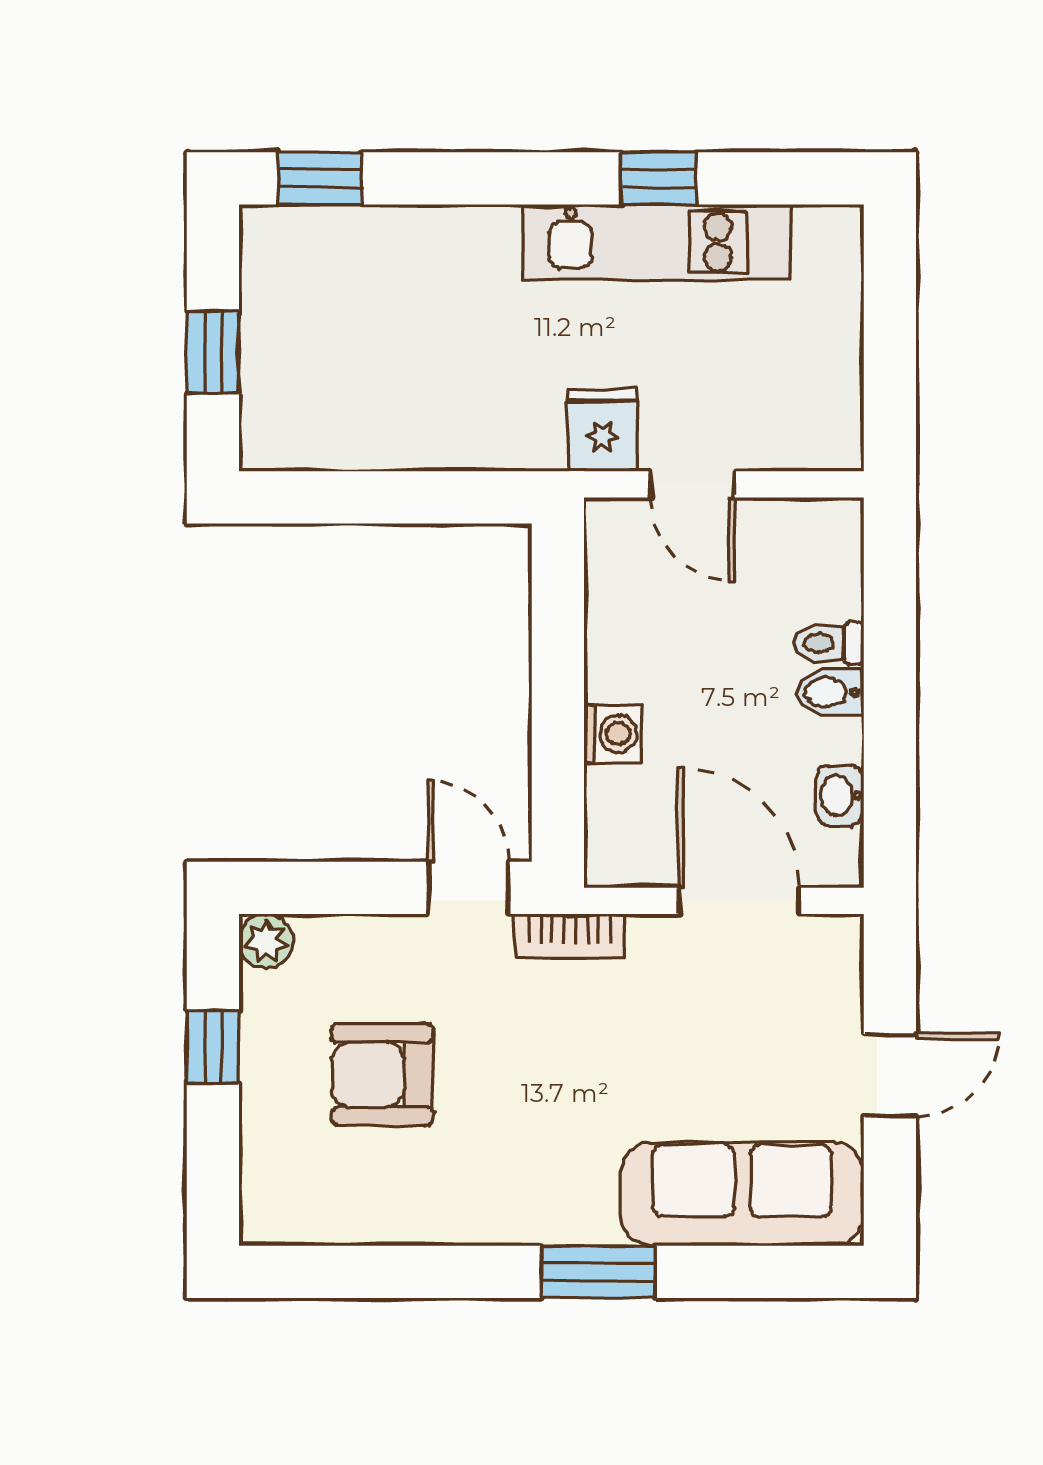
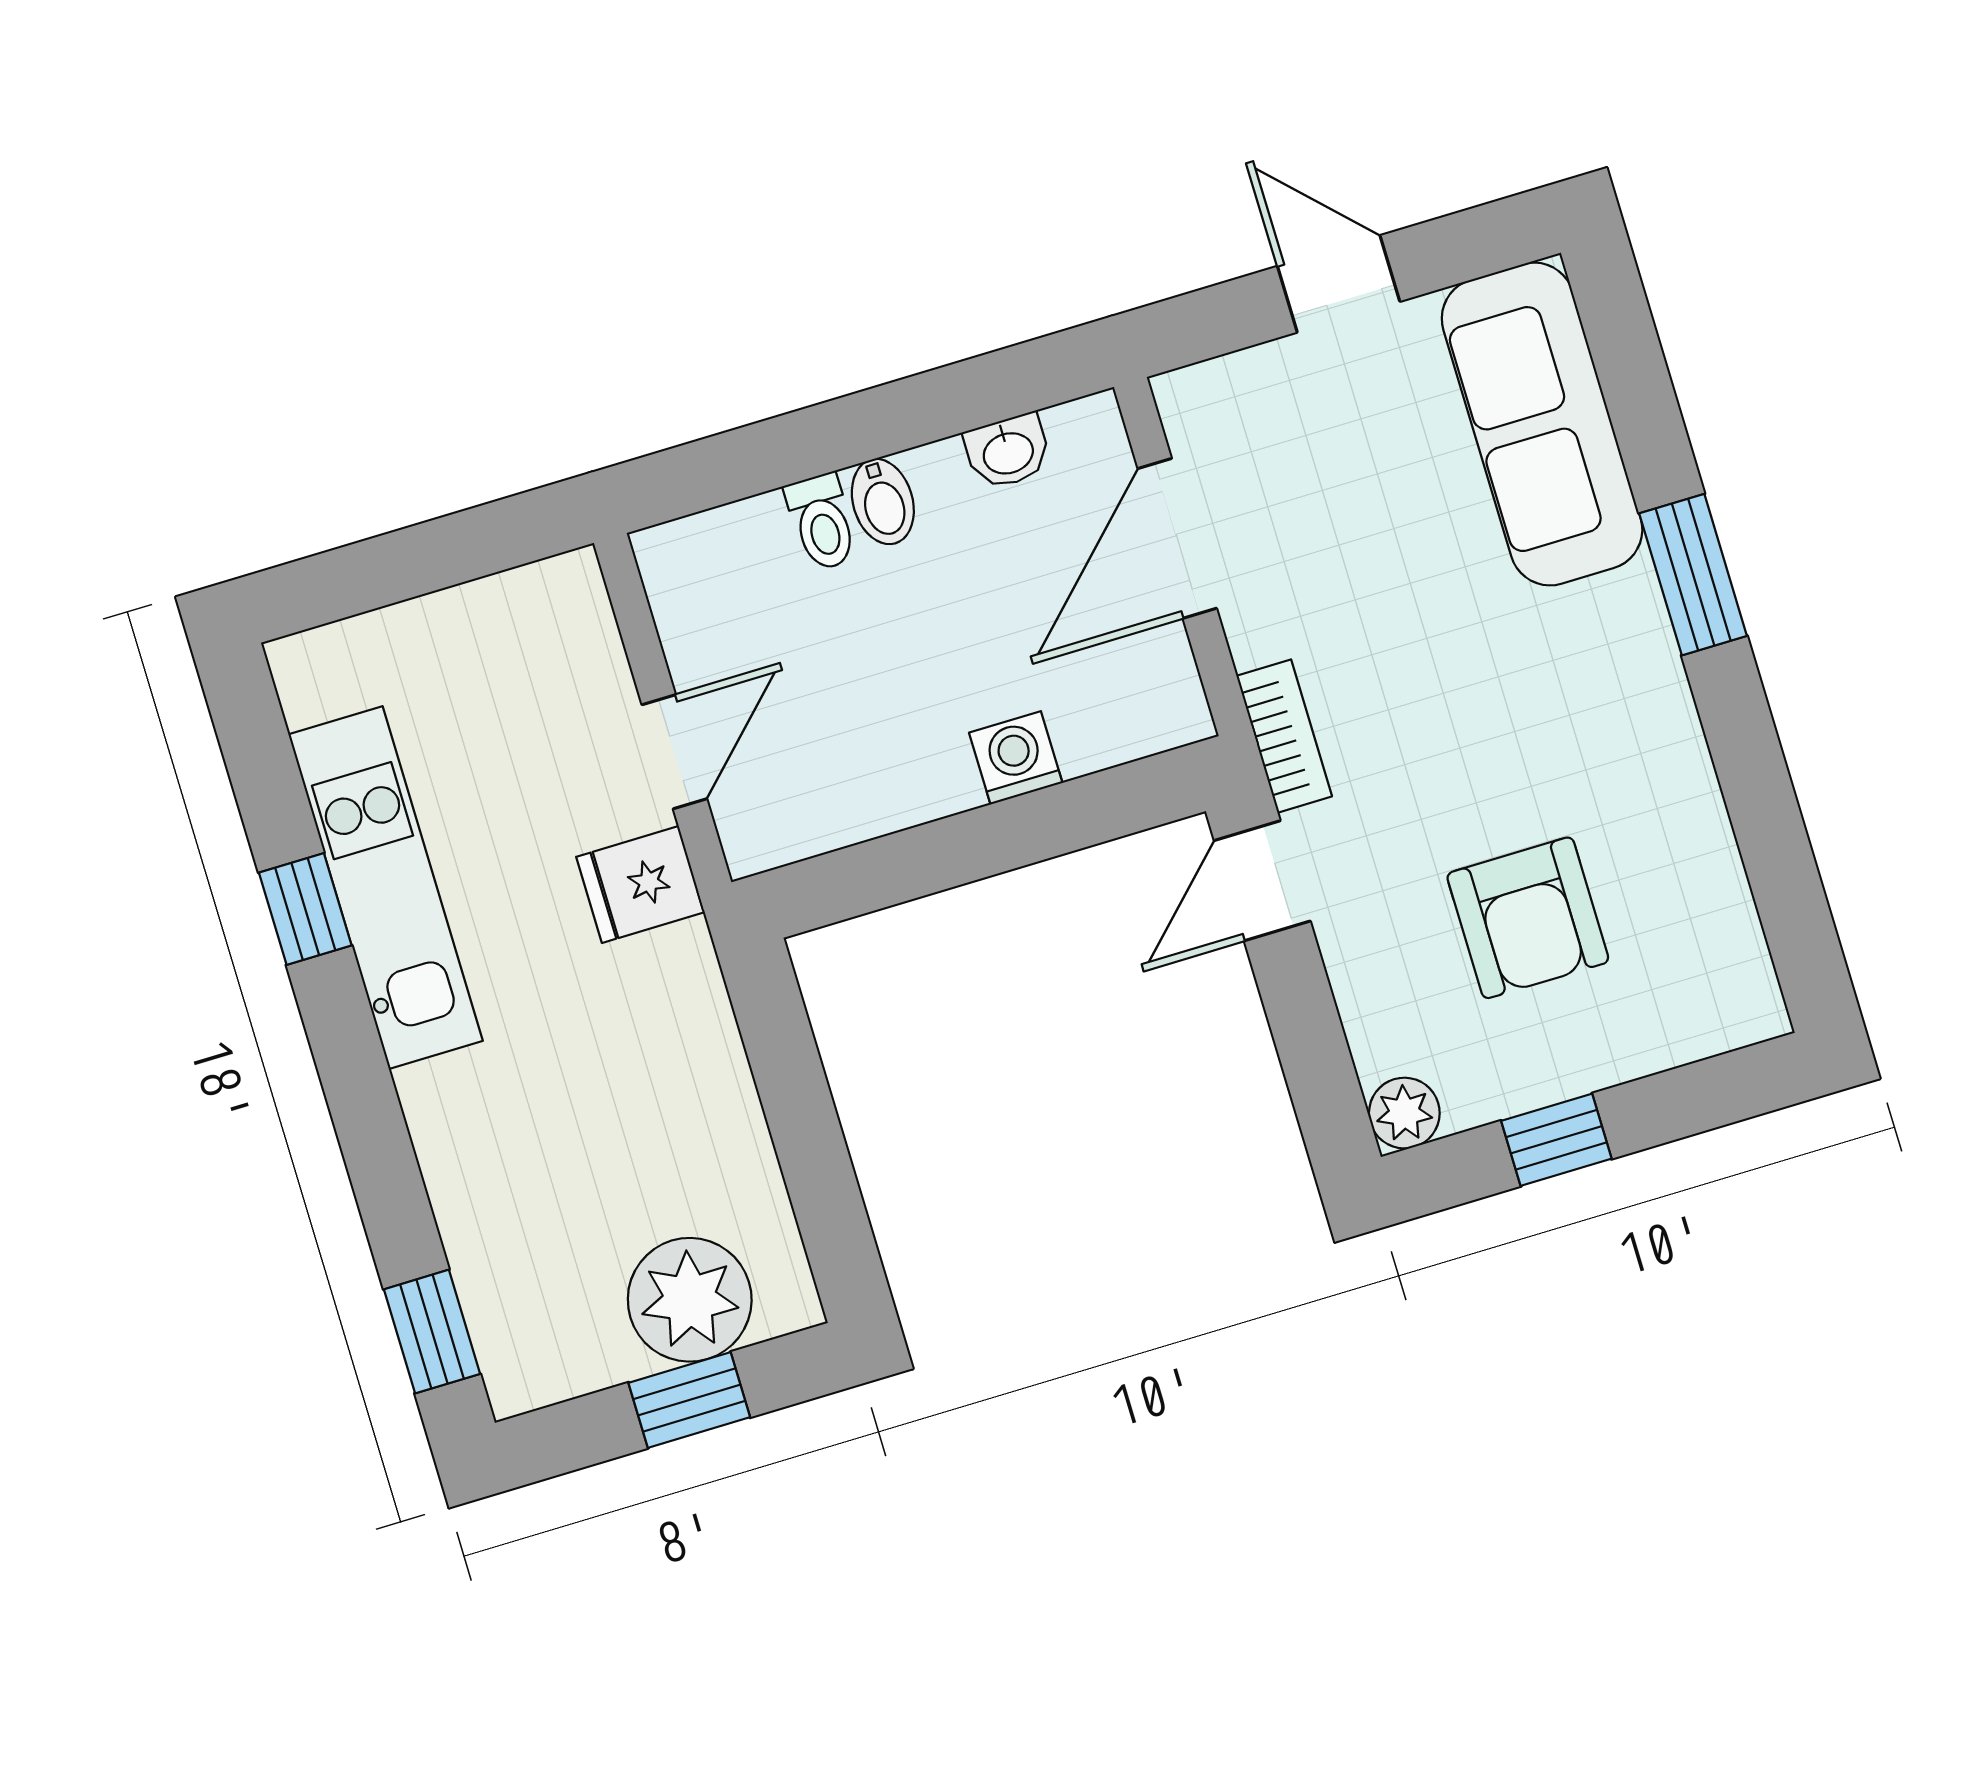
plant: (286, 375) -> (690, 1300), added

